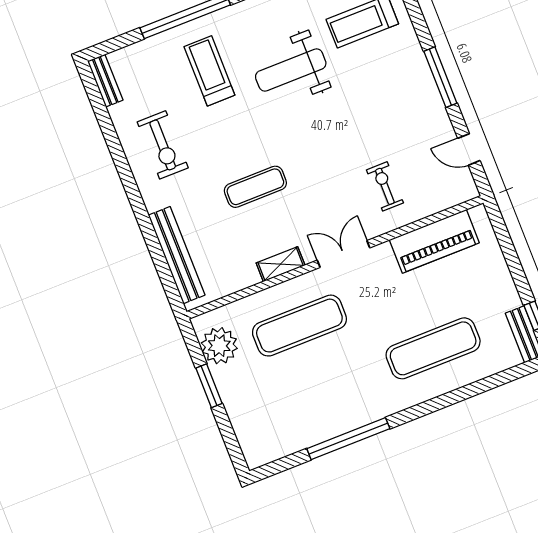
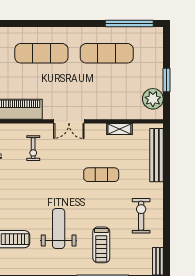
weight bench: (291, 70) -> (59, 229), turned -90
shelving: (281, 264) -> (119, 129), moved
exercise mat: (299, 326) -> (107, 53), moved
window: (348, 439) -> (129, 24), moved

